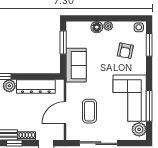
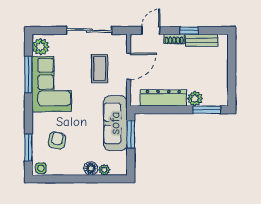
plant: (108, 26) -> (104, 170), moved
window: (63, 42) -> (131, 134), moved
sofa: (76, 65) -> (115, 123), width x1.36

